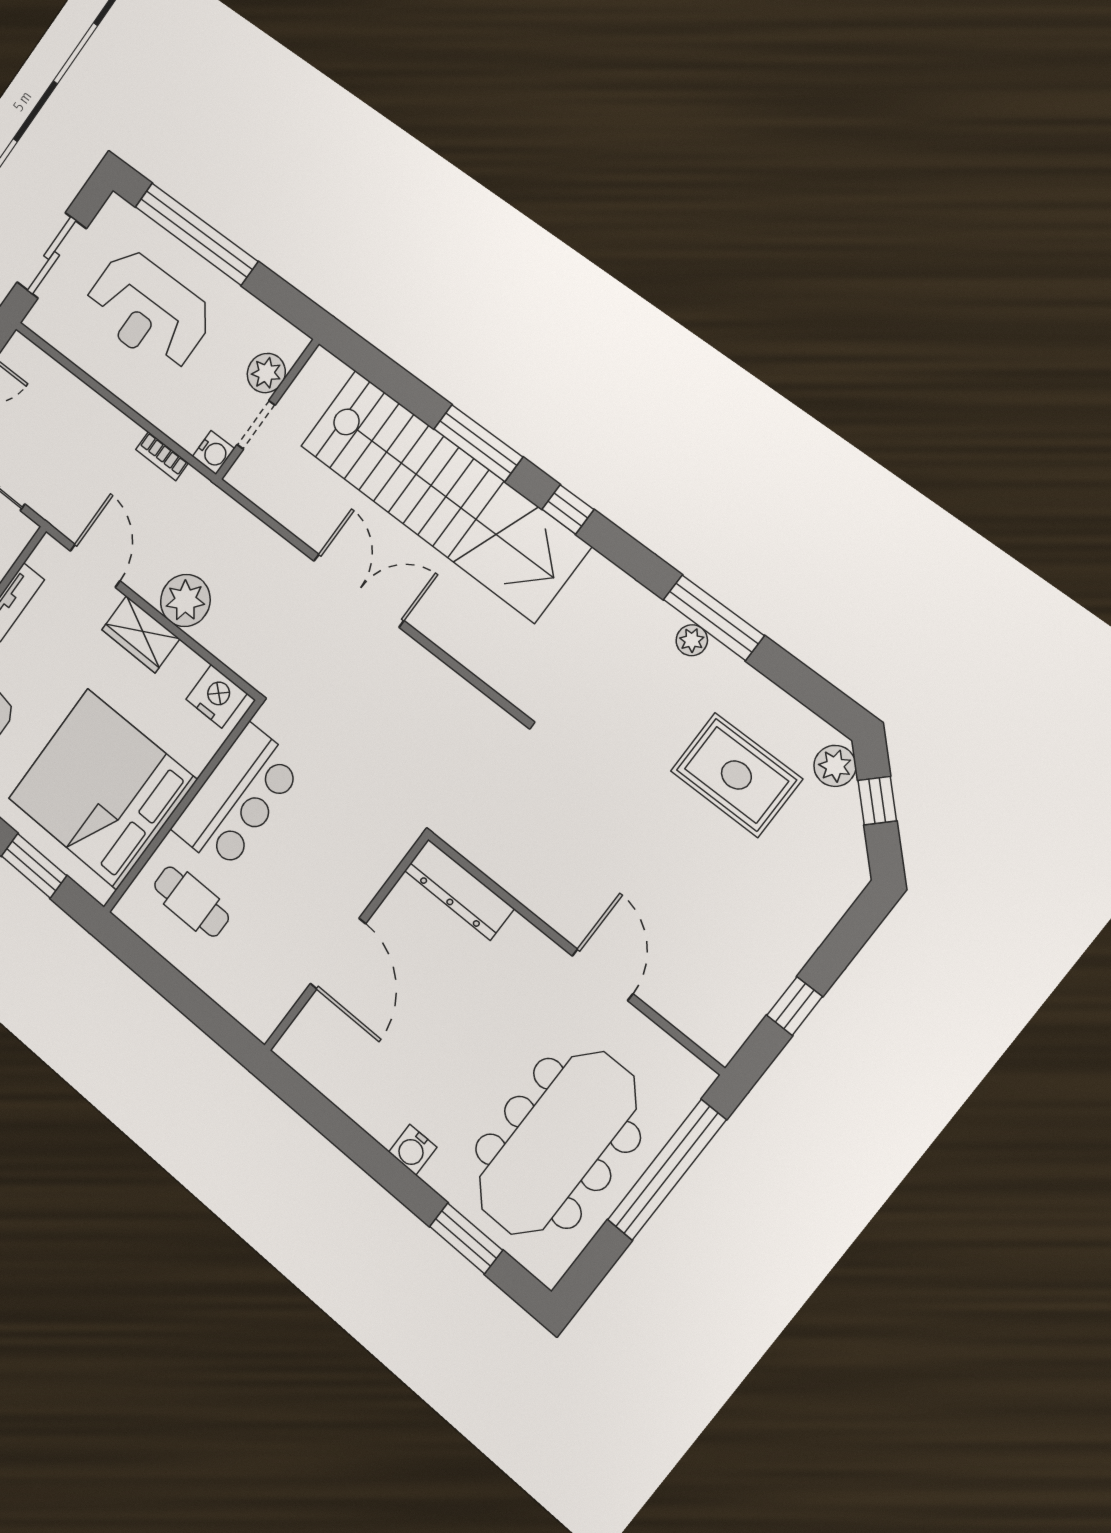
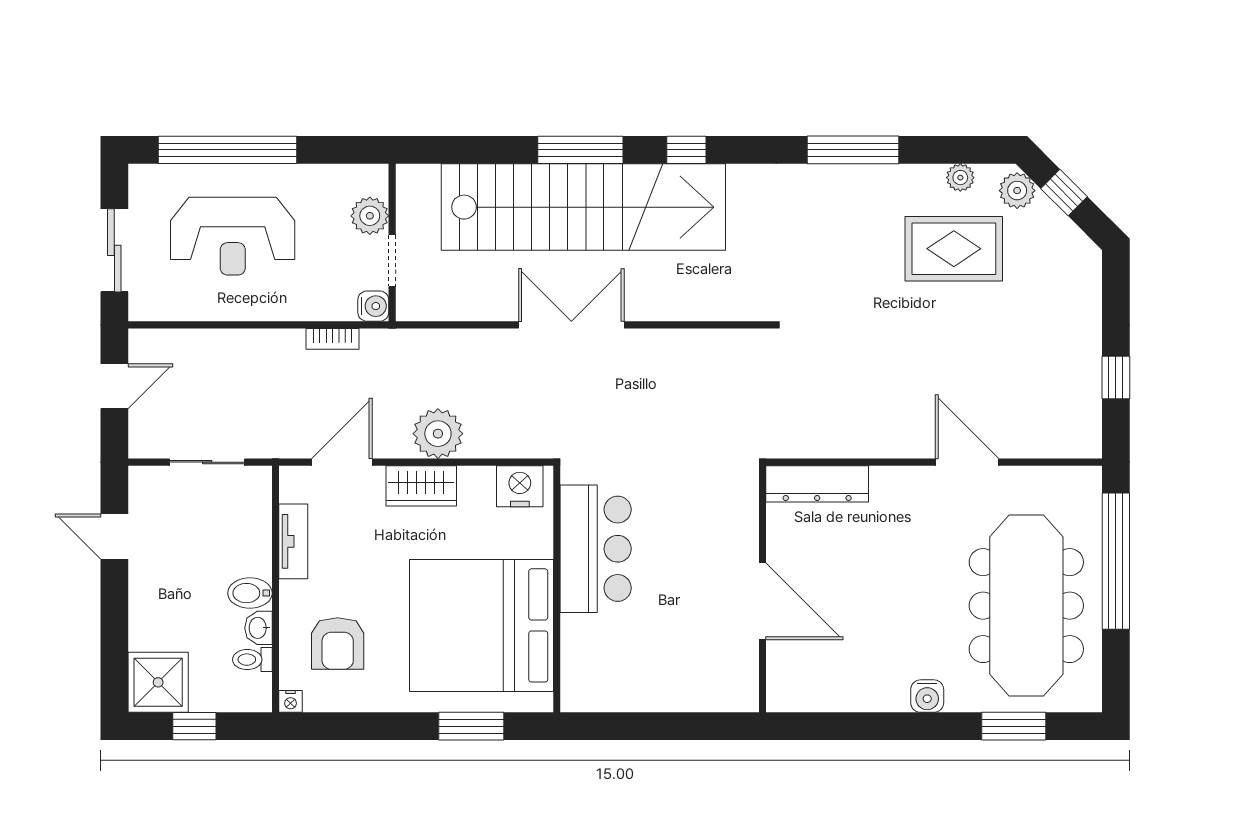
door: (95, 566) -> (342, 462), hinge flipped
plant: (692, 640) -> (960, 178), moved
cafe table: (191, 901) -> (620, 653), removed

